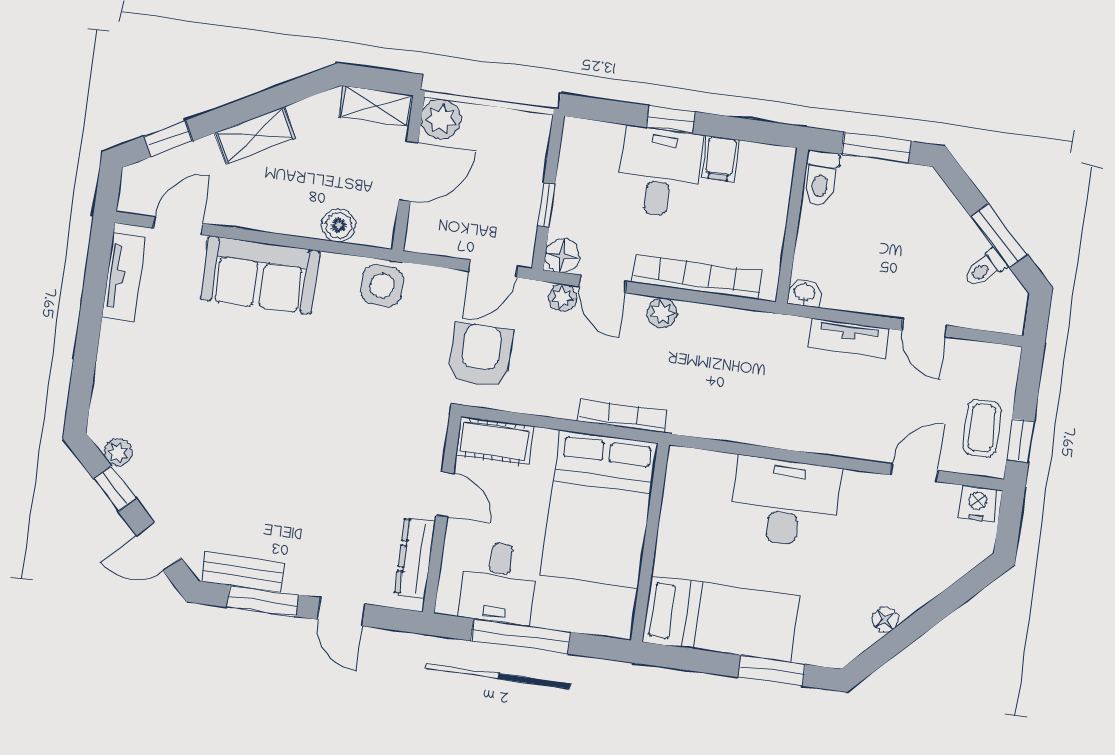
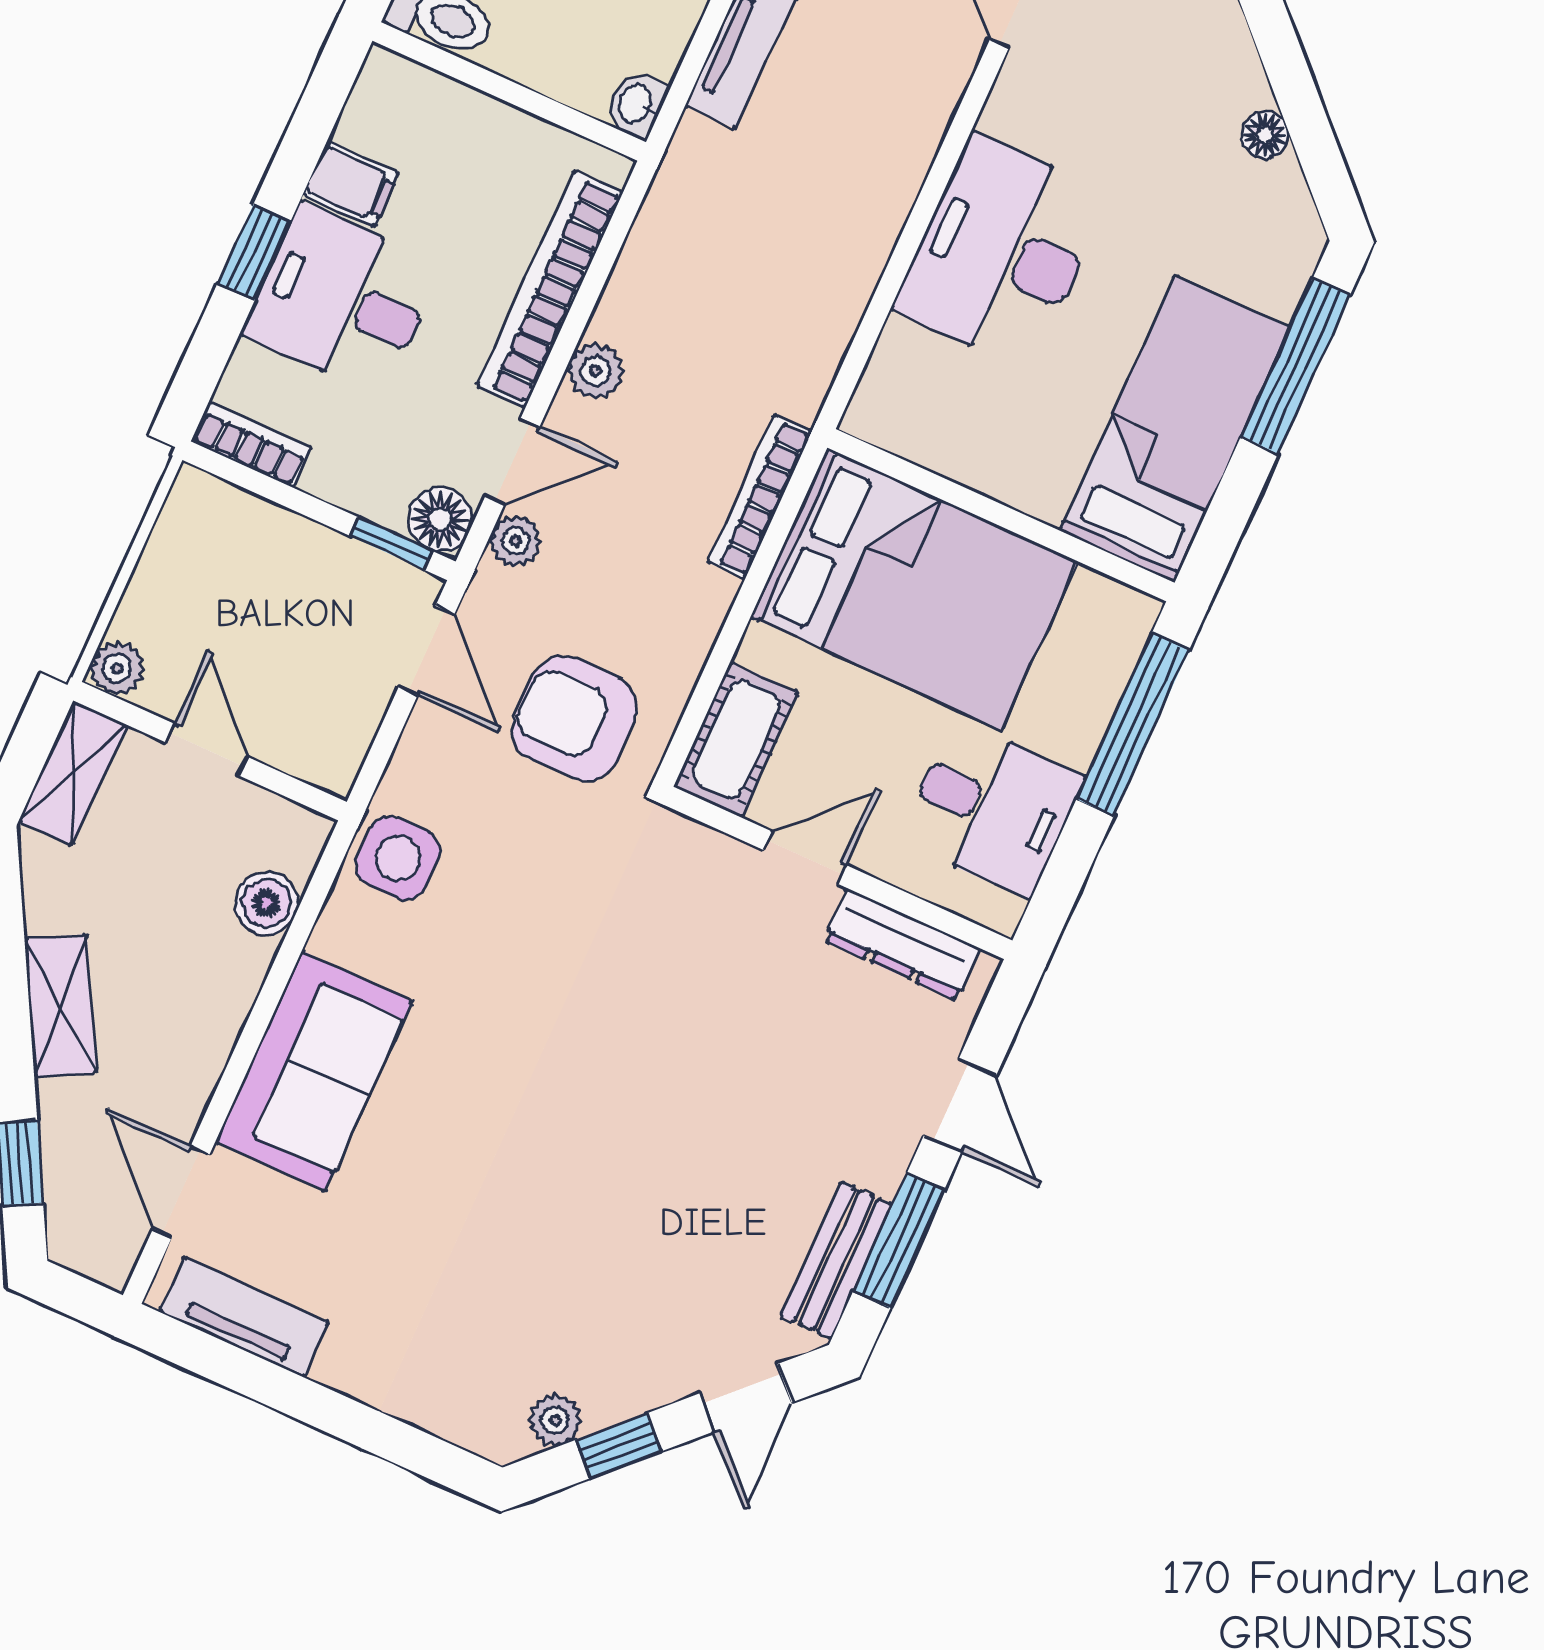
plant: (441, 119) -> (117, 668), width x0.73, depth x0.73
bookcase: (572, 147) -> (251, 444), added
door: (408, 171) -> (207, 750), width x0.73
window: (546, 205) -> (391, 543), moved
door: (341, 612) -> (960, 1105), hinge flipped
window: (521, 636) -> (1133, 725), moved
window: (772, 671) -> (1296, 366), width x1.44

